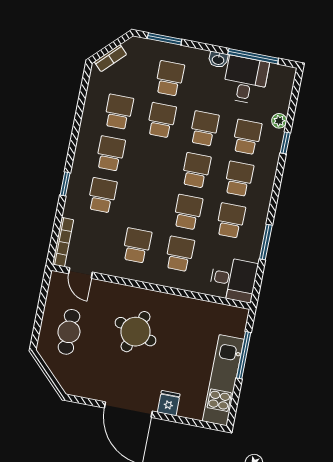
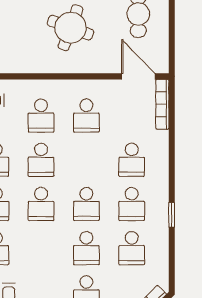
school desk: (204, 129) -> (86, 204), moved
window: (65, 184) -> (172, 215), moved
door: (80, 273) -> (138, 76), width x1.38

